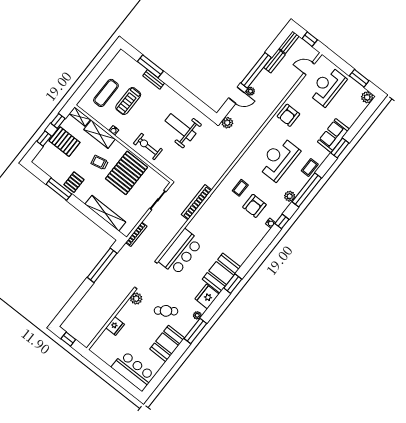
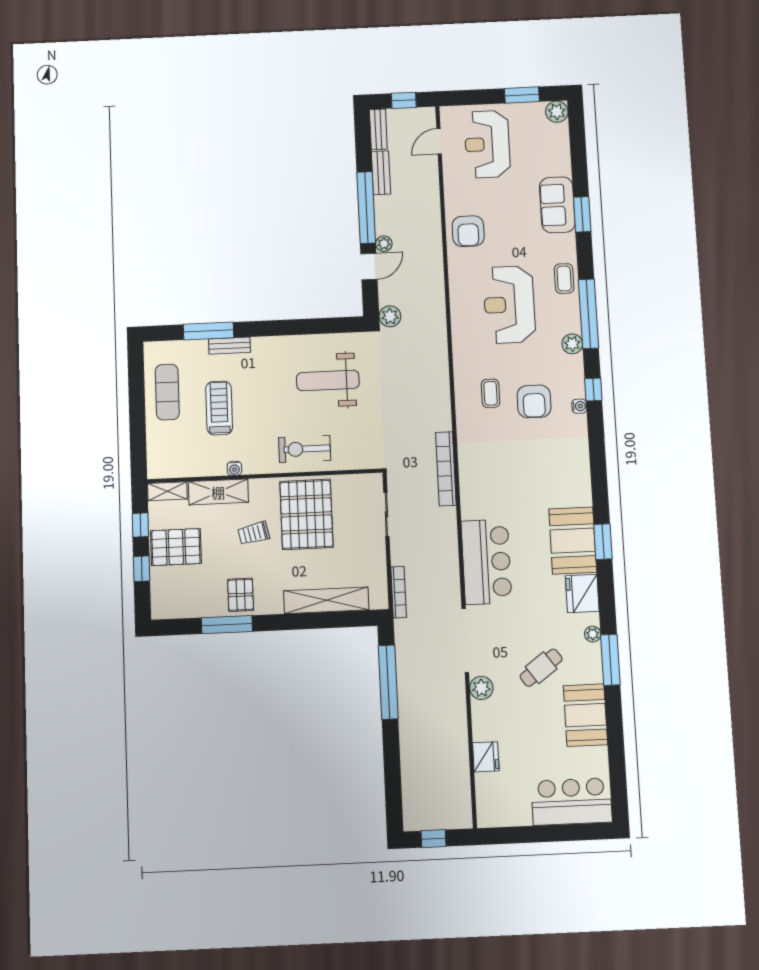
exercise mat: (106, 93) -> (167, 392), moved
treadmill: (128, 101) -> (219, 408), turned 180

